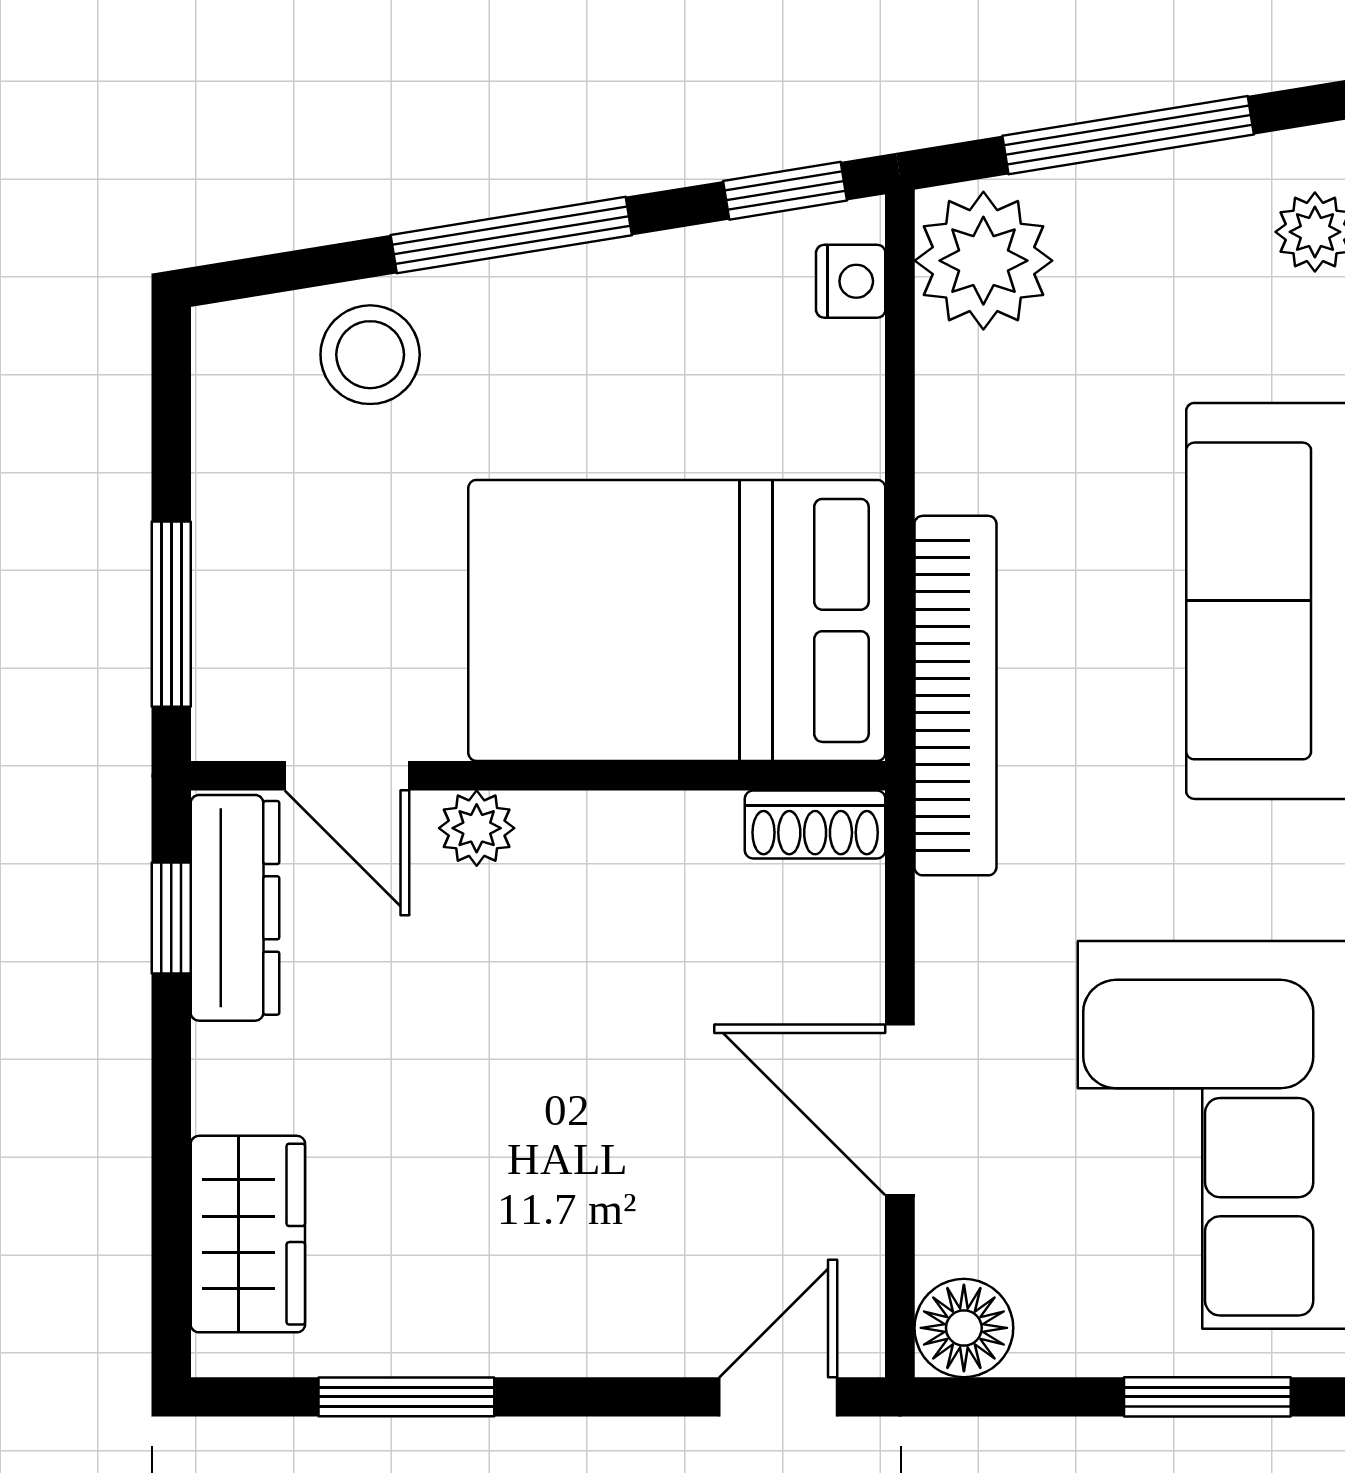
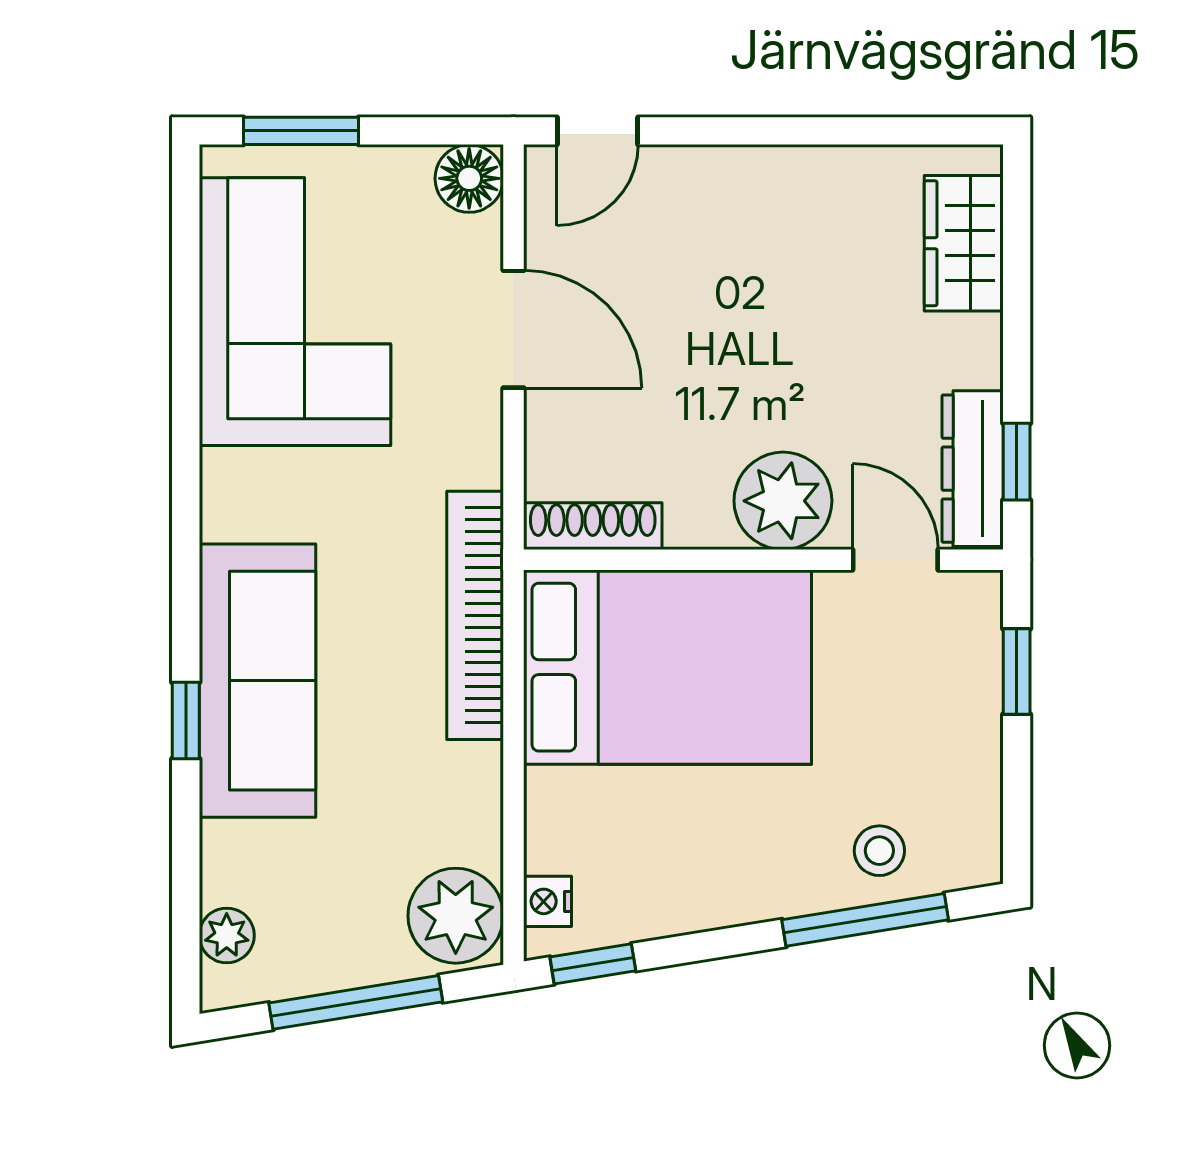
window: (511, 235) -> (865, 920), moved
stool: (370, 355) -> (879, 851), width x0.73, depth x0.73
window: (171, 614) -> (1017, 672), width x0.67
shoe rack: (815, 825) -> (593, 526), width x1.43
plant: (477, 828) -> (783, 501), width x1.88, depth x1.88
window: (406, 1397) -> (854, 131), removed

